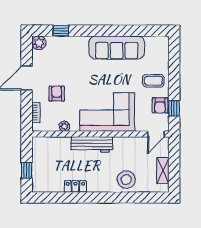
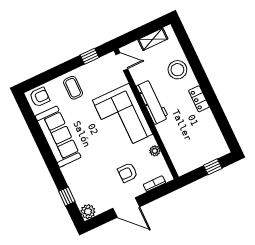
armchair: (160, 105) -> (40, 97), moved
workbench: (92, 144) -> (153, 102), moved
locker: (75, 186) -> (199, 99), moved

